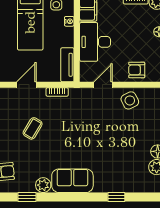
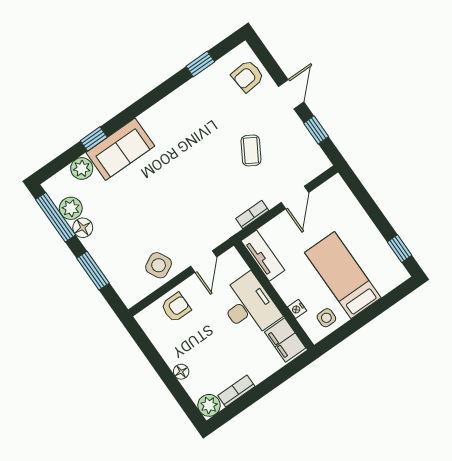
sofa: (72, 181) -> (120, 149), moved
plant: (43, 185) -> (82, 169), moved

